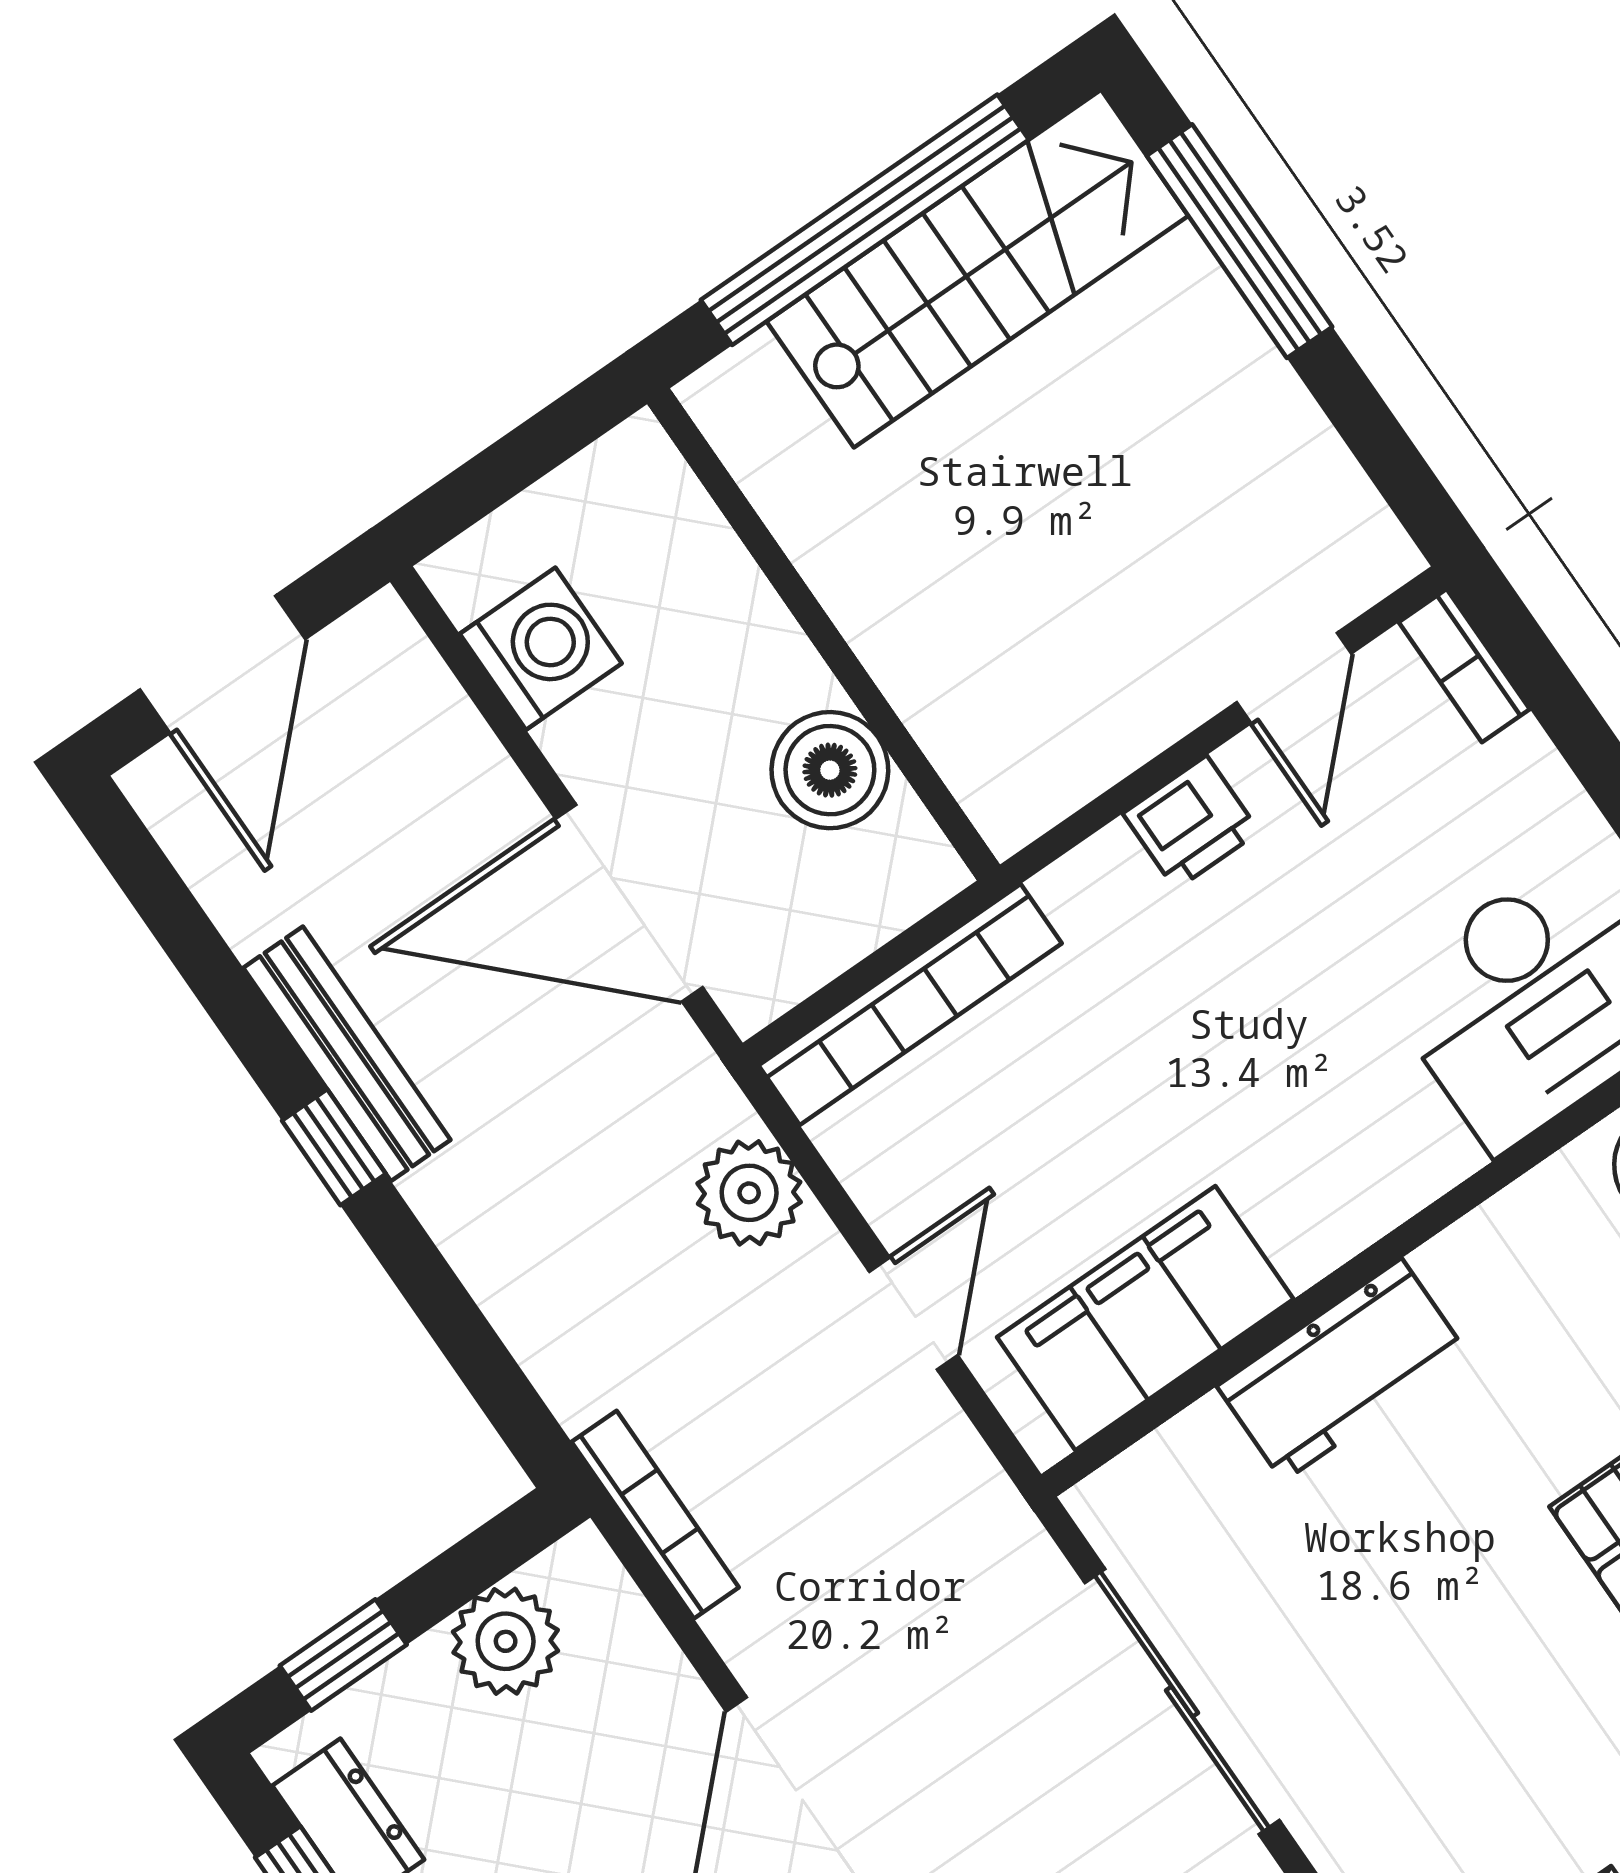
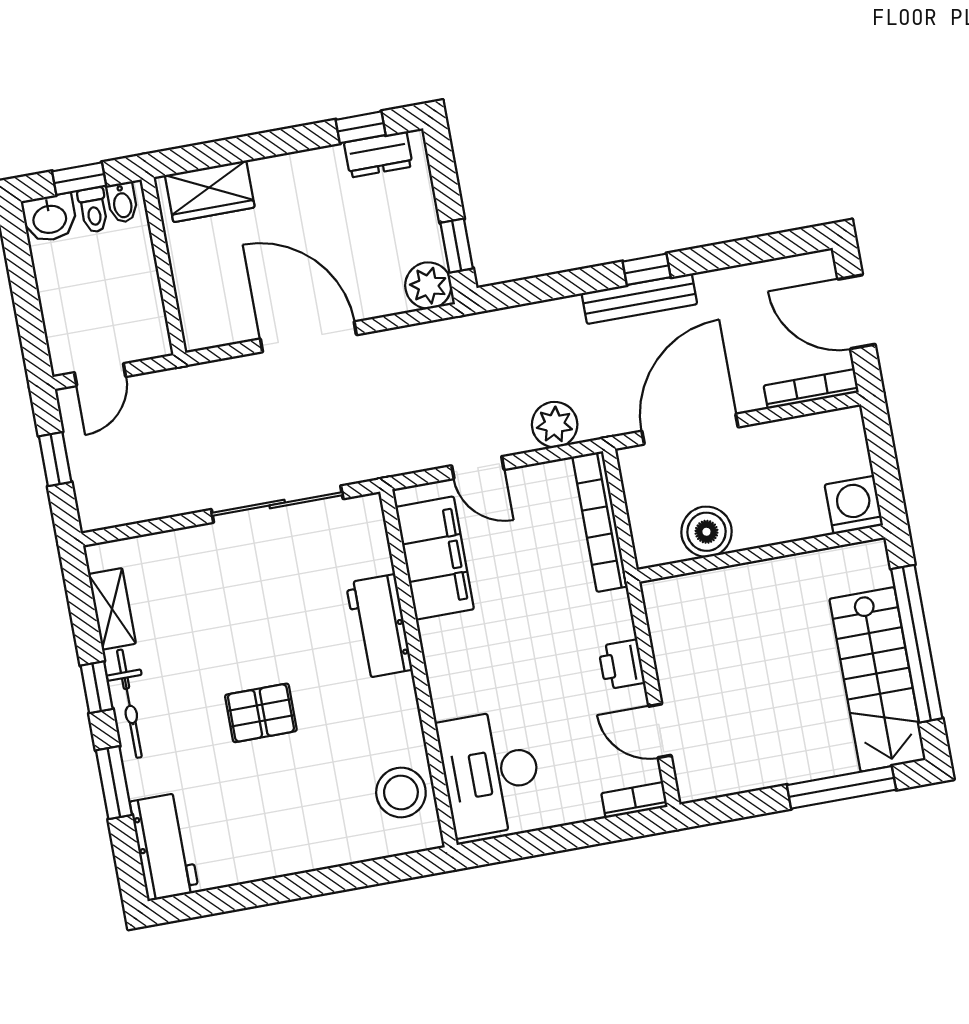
washing machine: (541, 649) -> (854, 505), moved, turned 180
bench: (347, 1054) -> (639, 299), moved
bookcase: (655, 1515) -> (811, 389), moved, turned 180
plant: (506, 1641) -> (428, 285), moved
window: (343, 1655) -> (457, 246), moved

